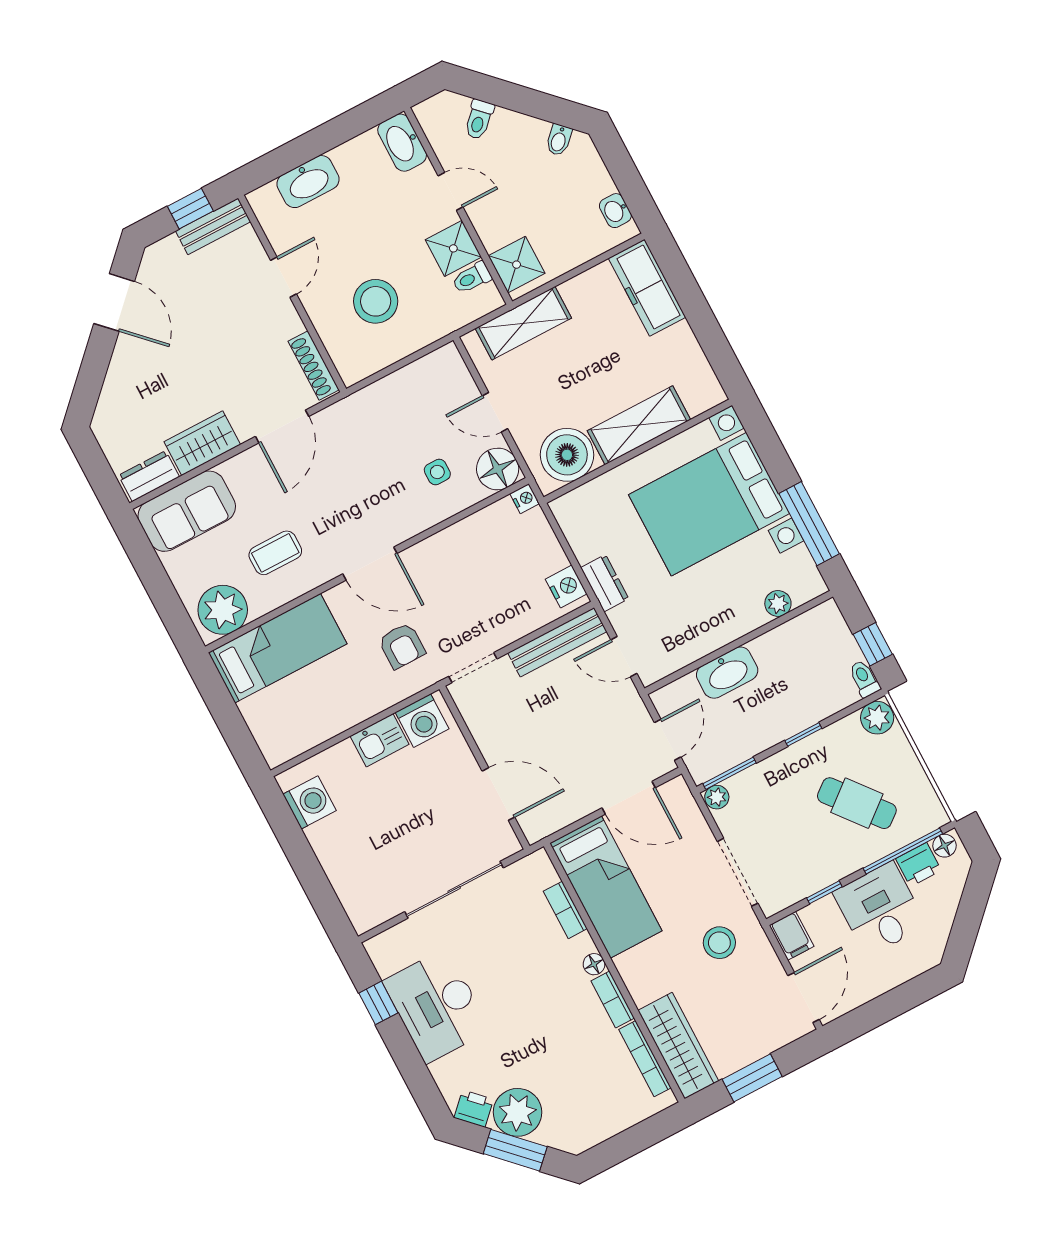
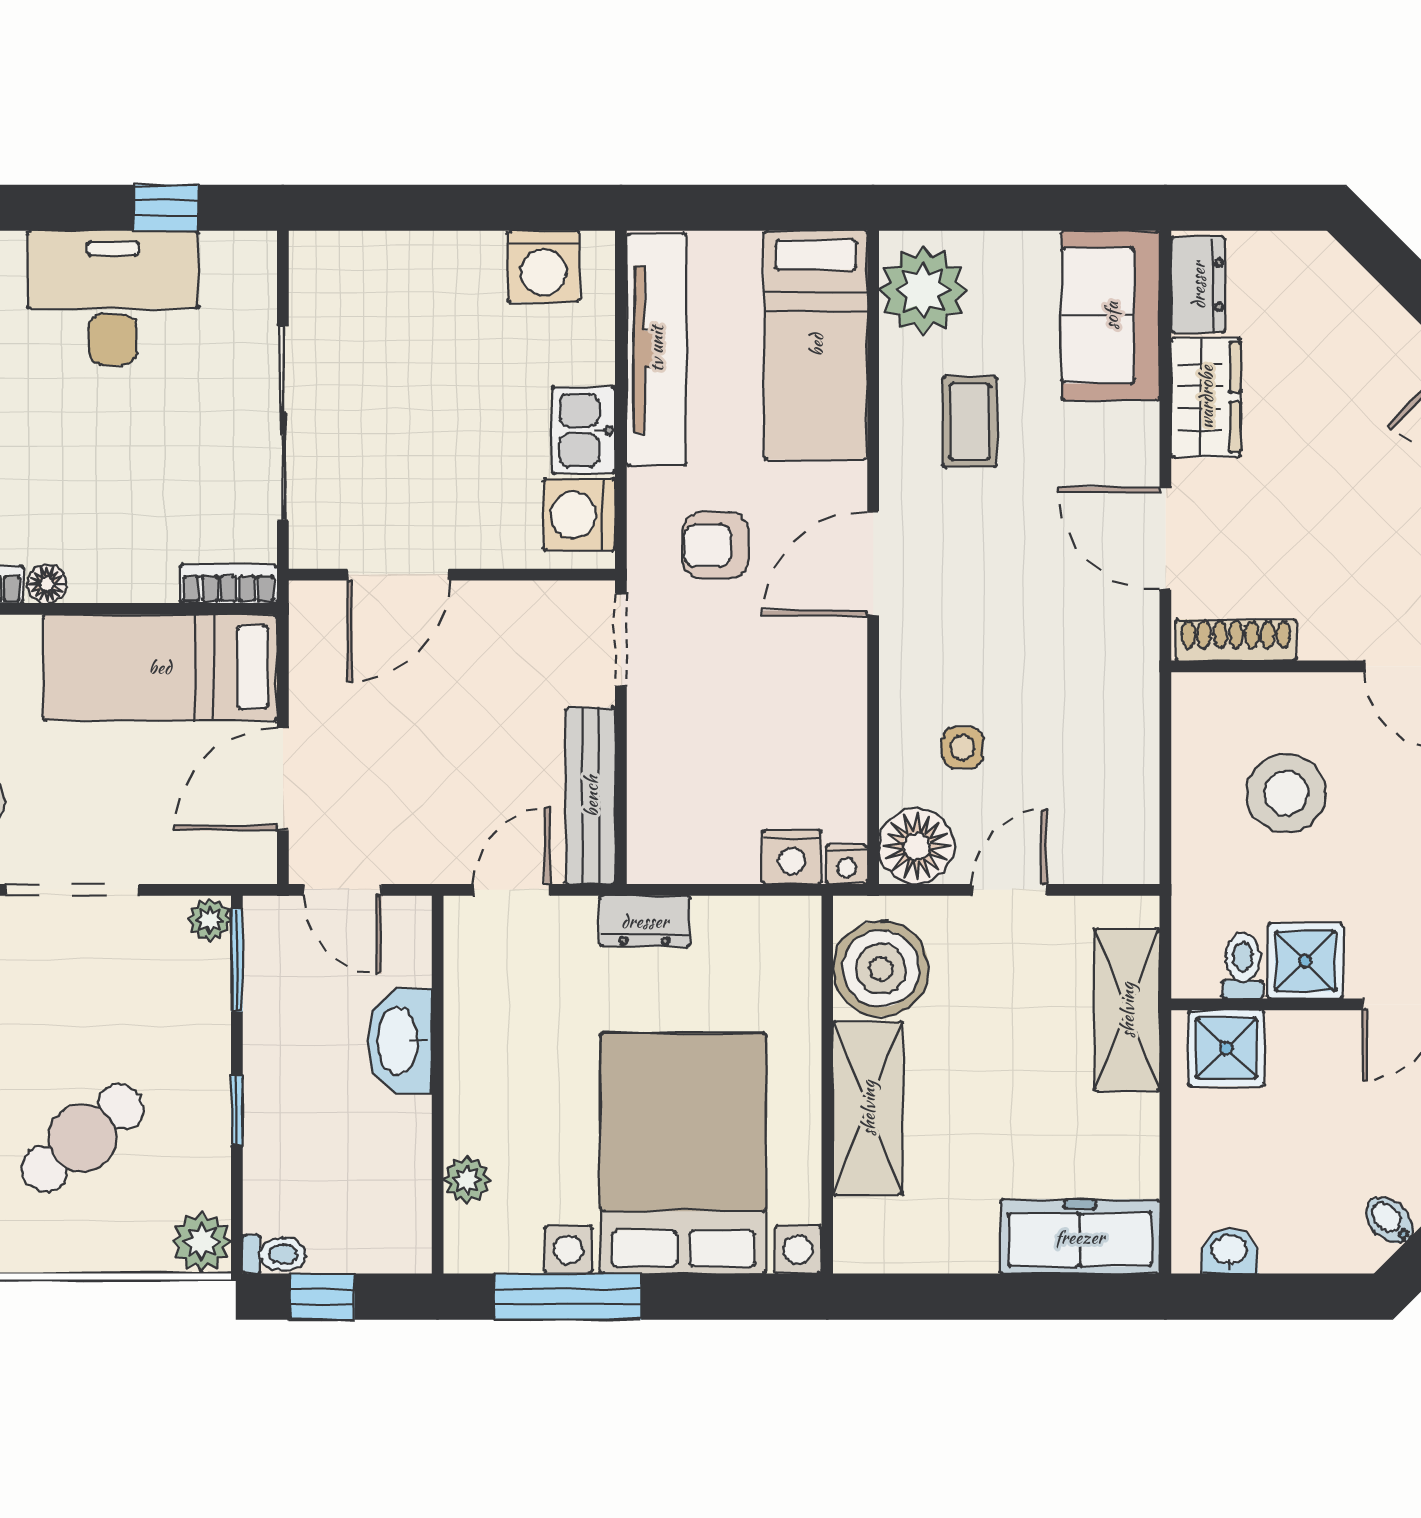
nightstand: (566, 586) -> (792, 857), moved
tv unit: (321, 725) -> (656, 349), added
bookcase: (565, 910) -> (229, 584), moved

